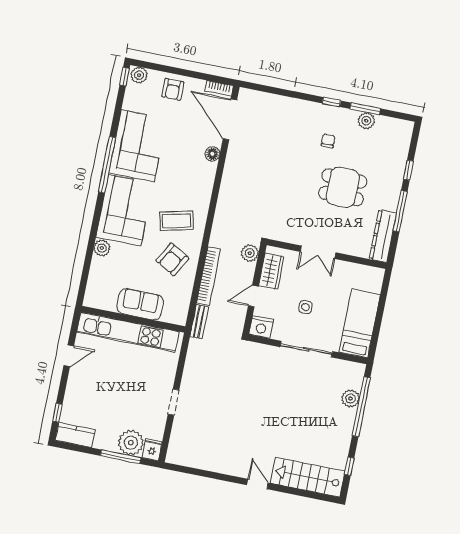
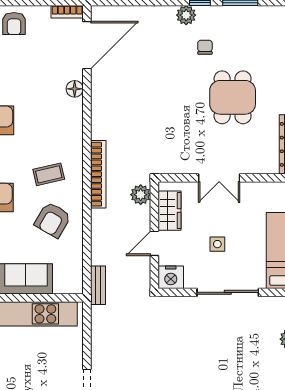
door: (230, 119) -> (87, 45), swing flipped
plant: (366, 121) -> (186, 15), moved
dining table: (343, 187) -> (233, 97), turned 90
coffee table: (177, 221) -> (49, 174), width x0.73, depth x0.77
bookcase: (209, 276) -> (98, 174), moved

